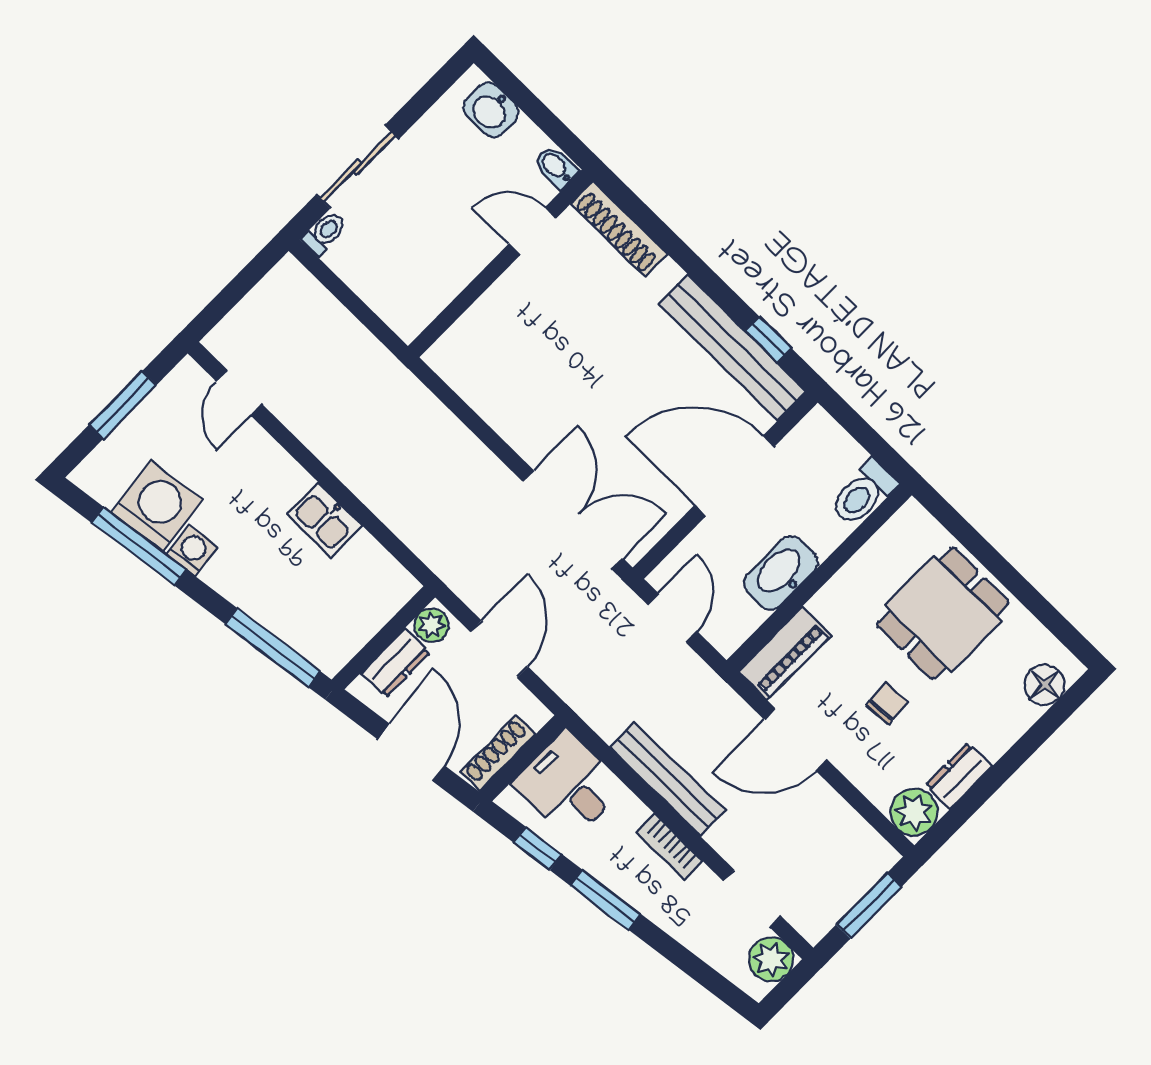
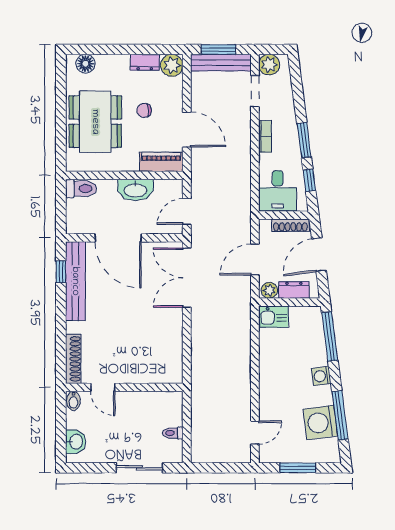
toilet: (324, 233) -> (173, 433), moved
kitchen sink: (324, 520) -> (273, 317), moved, turned 90
washing machine: (192, 550) -> (321, 376), moved
dining table: (943, 614) -> (95, 122), width x1.38
bench: (667, 779) -> (221, 63), moved, turned 90

